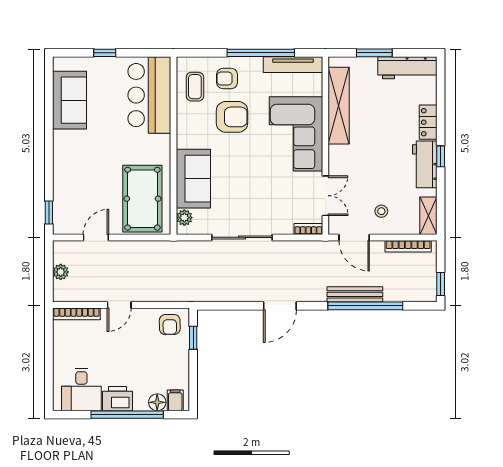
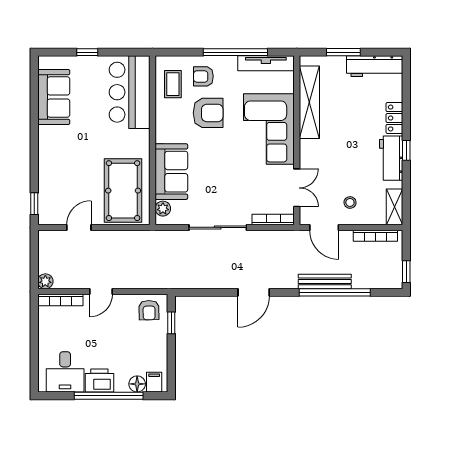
bookcase: (308, 229) -> (273, 219), width x1.56
plant: (61, 272) -> (45, 281), moved

